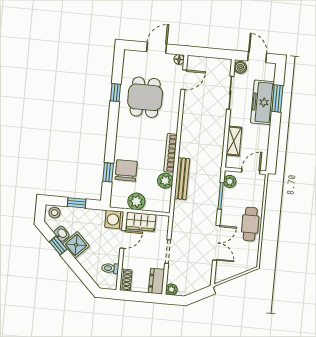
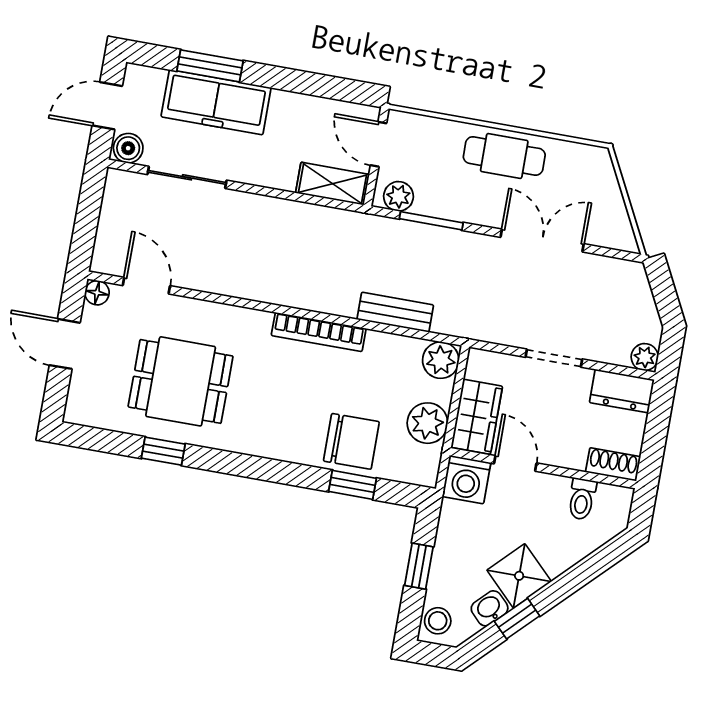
shelving: (234, 141) -> (332, 184), moved
chair: (126, 170) -> (351, 441), turned 180
bench: (182, 179) -> (395, 312), width x0.73
plant: (165, 181) -> (441, 360), moved

